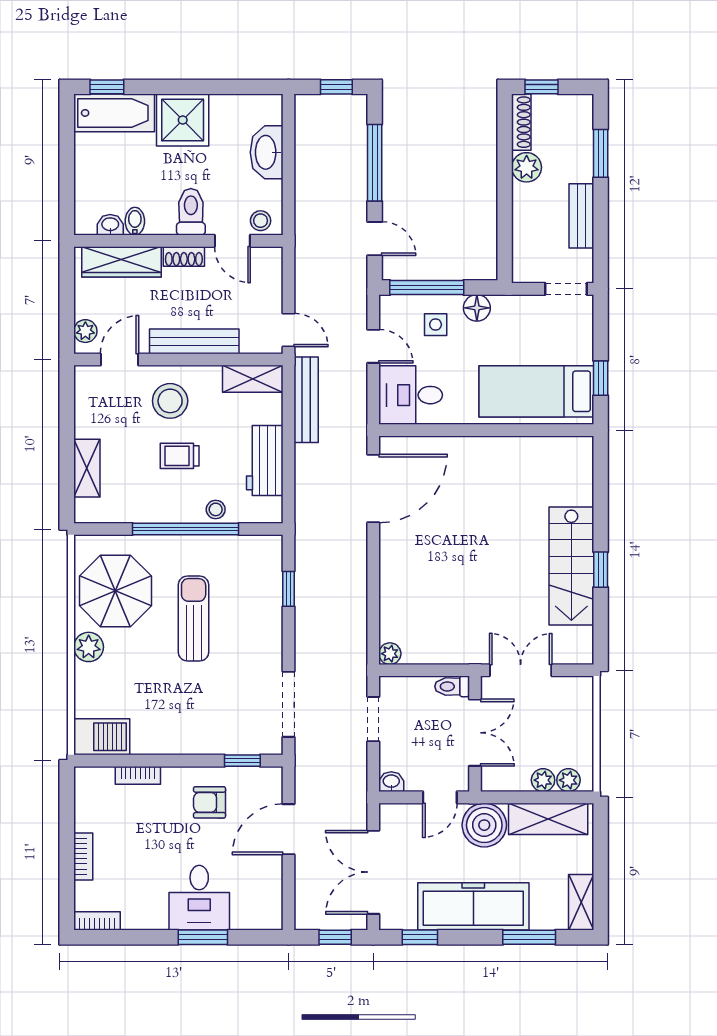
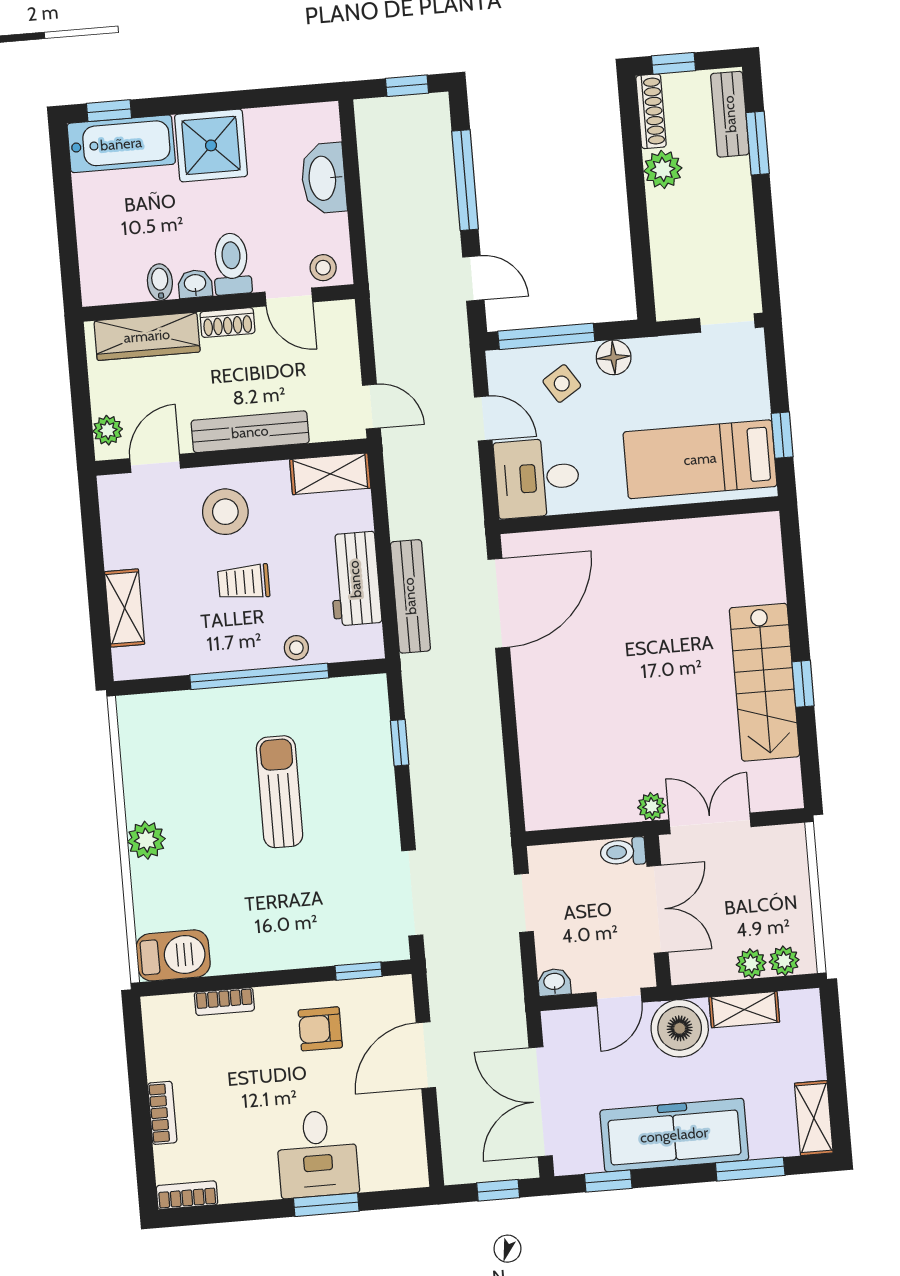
bench: (581, 216) -> (730, 114), moved
washbasin: (110, 225) -> (195, 284), moved
side table: (436, 325) -> (562, 384), turned -33
bench: (306, 400) -> (410, 596), moved
parasol: (115, 591) -> (175, 764), removed
plant: (390, 654) -> (652, 807), moved
shelving: (548, 819) -> (744, 1010), width x0.67, depth x0.75

